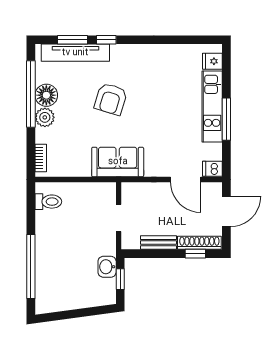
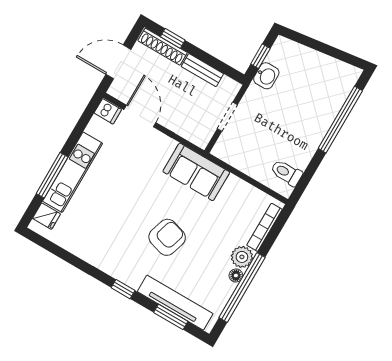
window: (106, 40) -> (123, 289), moved
floor lamp: (46, 95) -> (236, 276), width x0.53, depth x0.53
window: (226, 119) -> (52, 175), moved
bookcase: (41, 158) -> (264, 227), width x1.56

